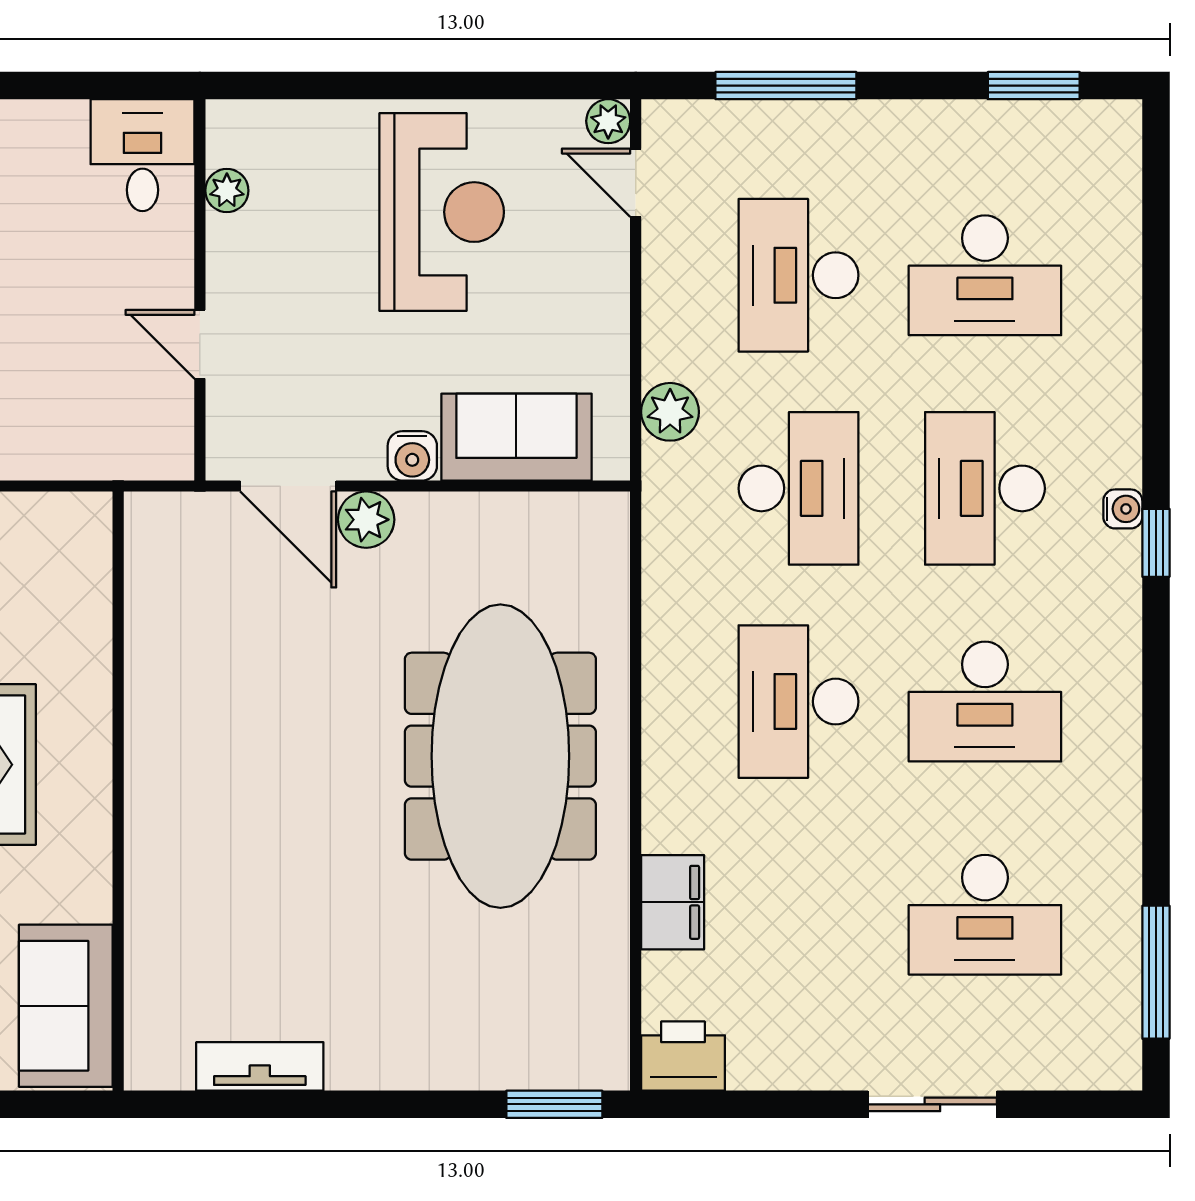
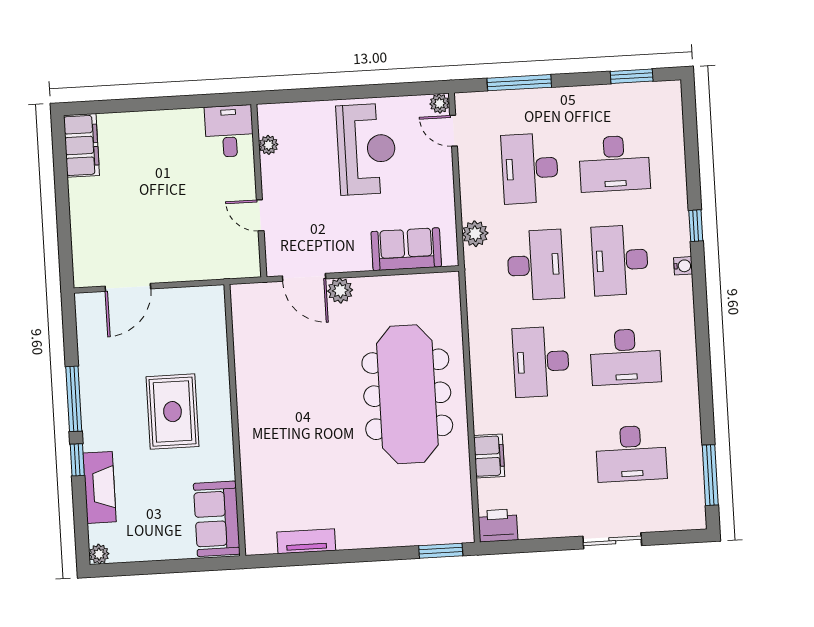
water cooler: (412, 456) -> (359, 260), removed
window: (1156, 543) -> (696, 226), moved

